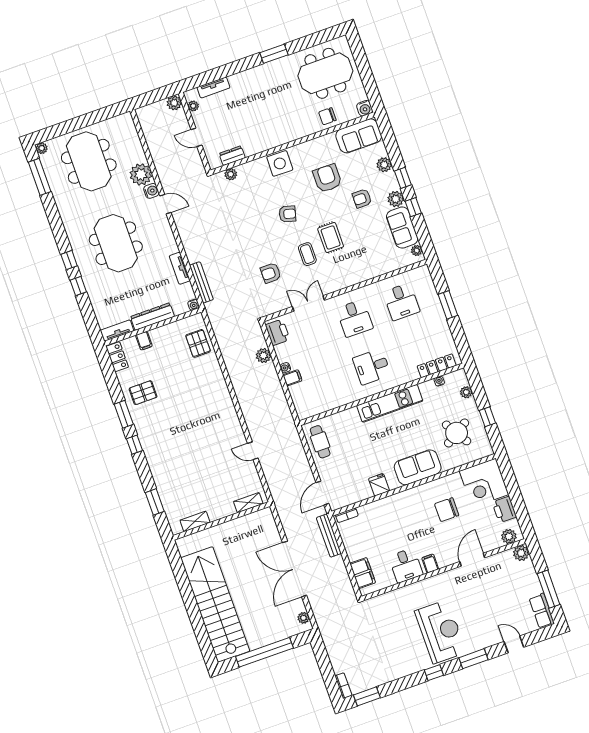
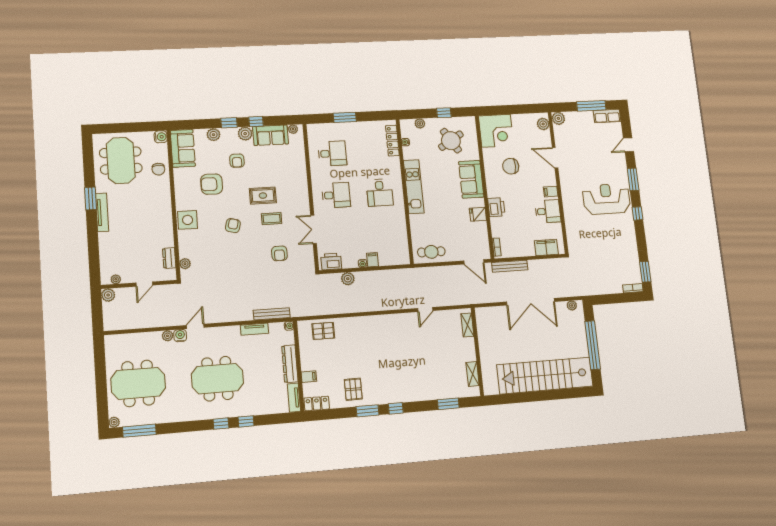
tv unit: (213, 88) -> (102, 212), moved, width x1.41
plant: (141, 174) -> (167, 336), width x0.53, depth x0.53
printer: (504, 509) -> (496, 207), moved, turned -90
chair: (447, 510) -> (511, 166), turned 90

